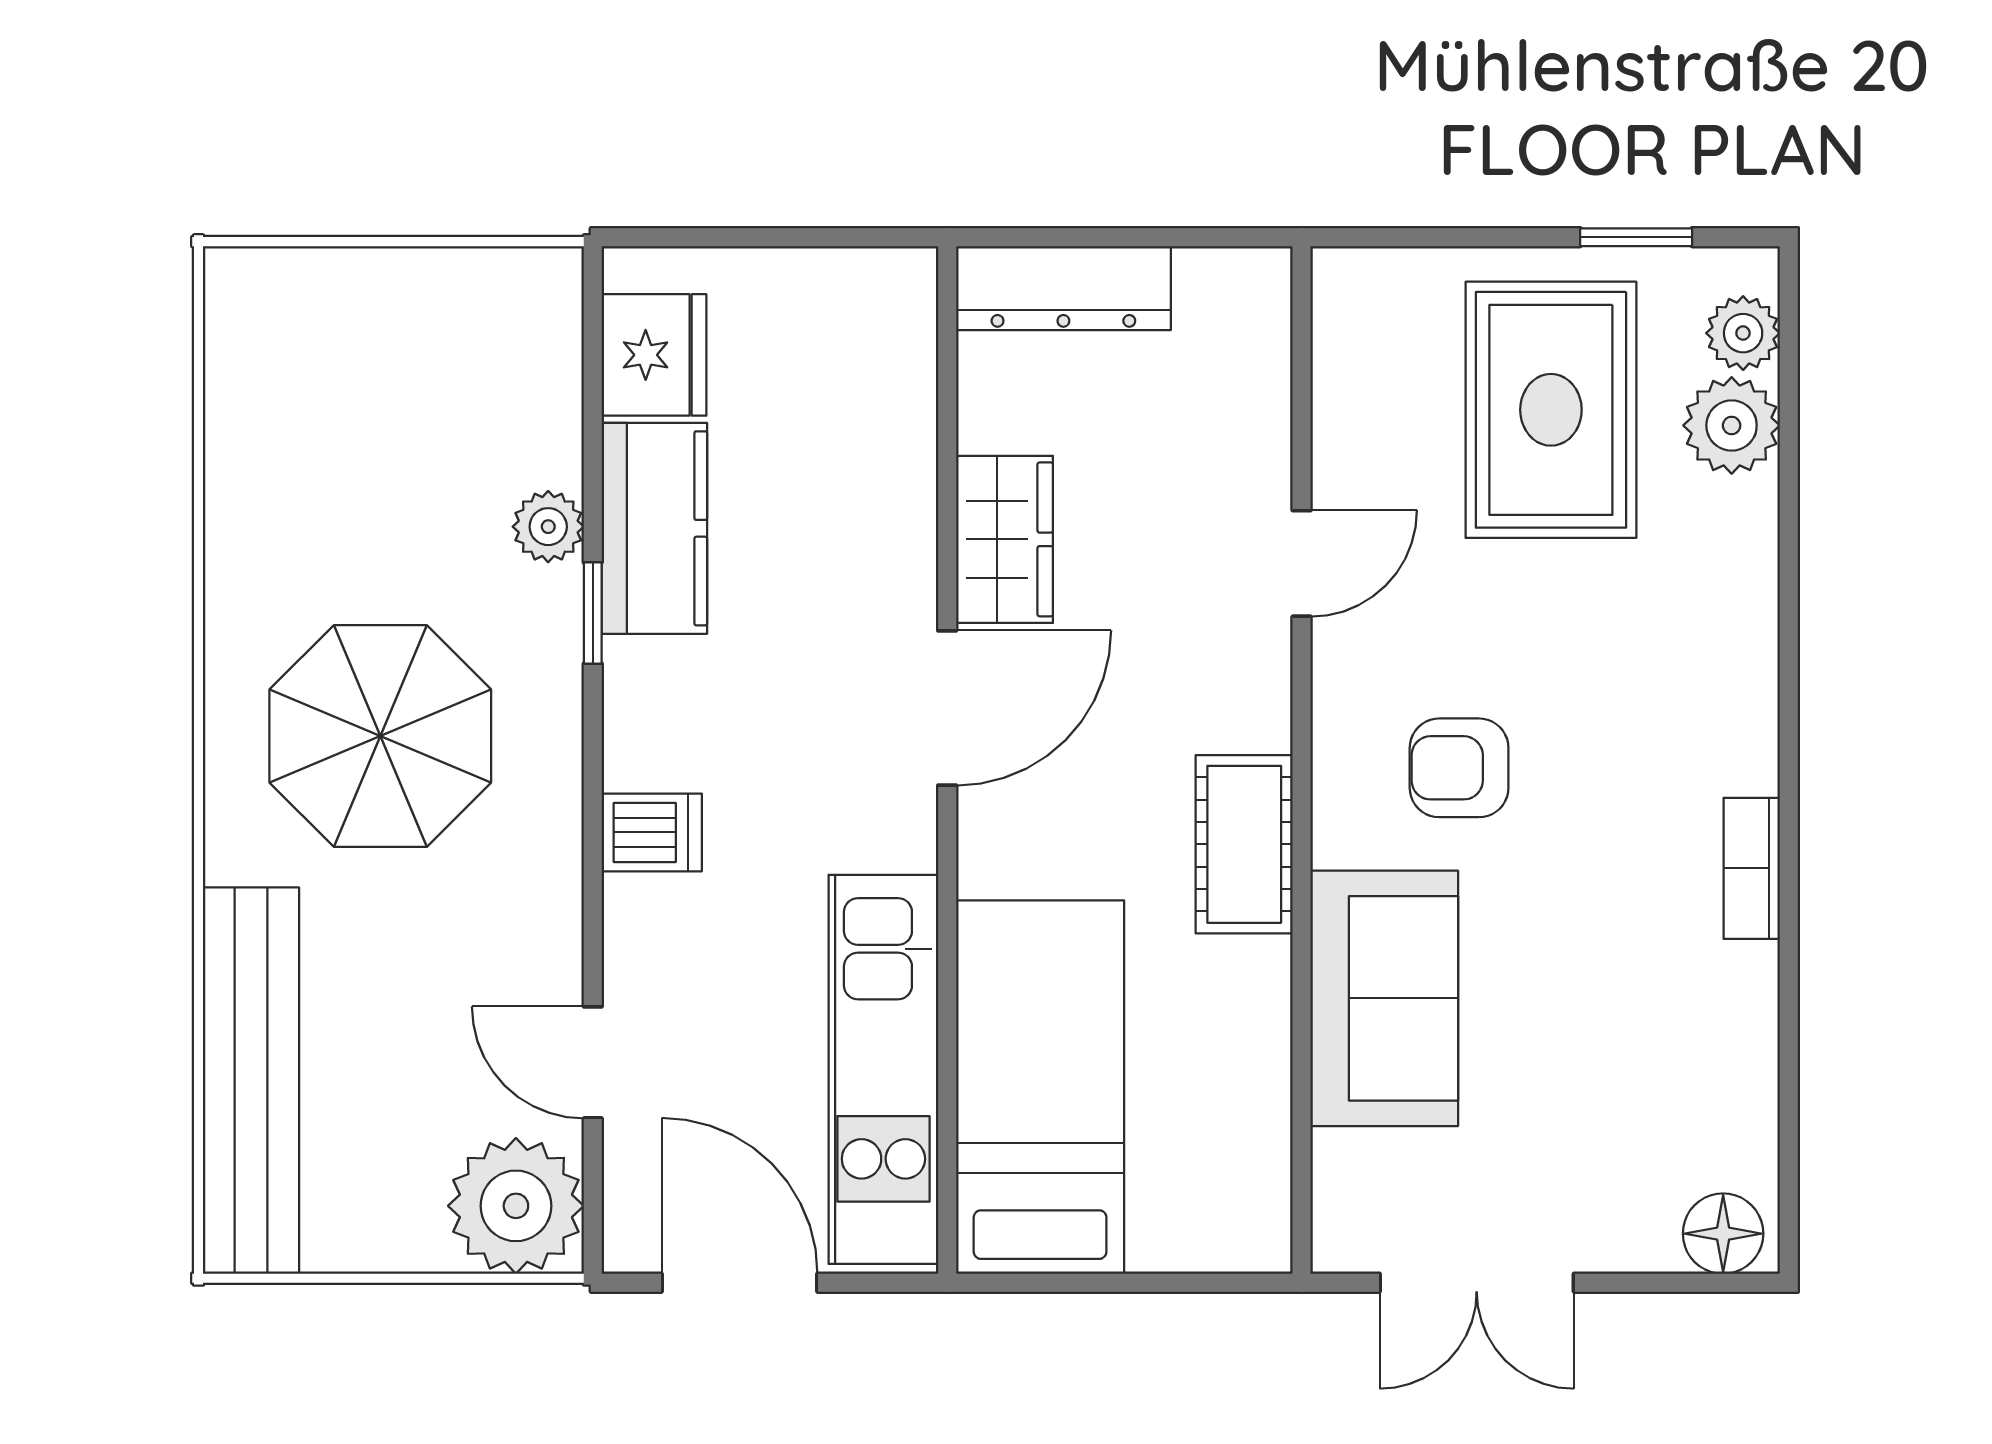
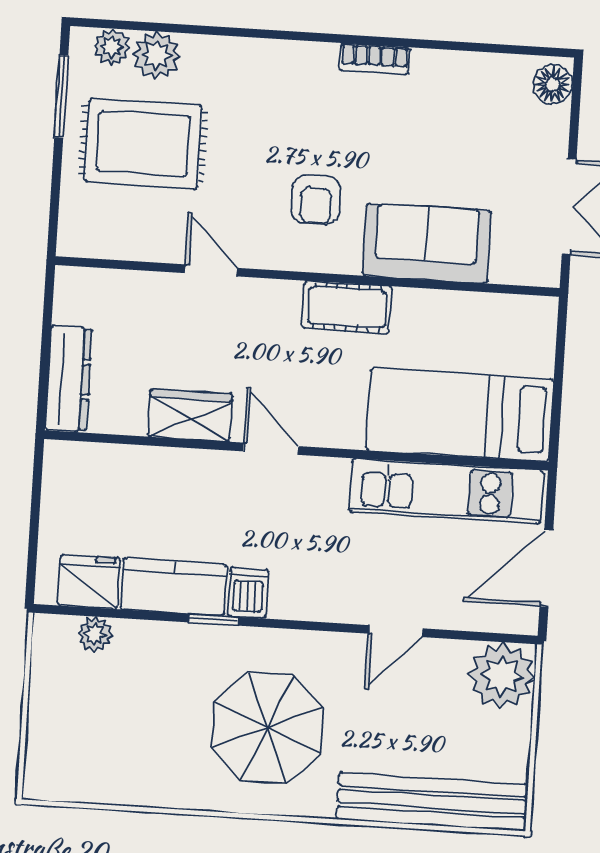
window: (1636, 237) -> (61, 96), width x1.50
plant: (548, 527) -> (95, 634), moved
door: (947, 708) -> (271, 449), width x0.73
dishwasher: (652, 832) -> (248, 593), moved
door: (593, 1062) -> (396, 631), moved

